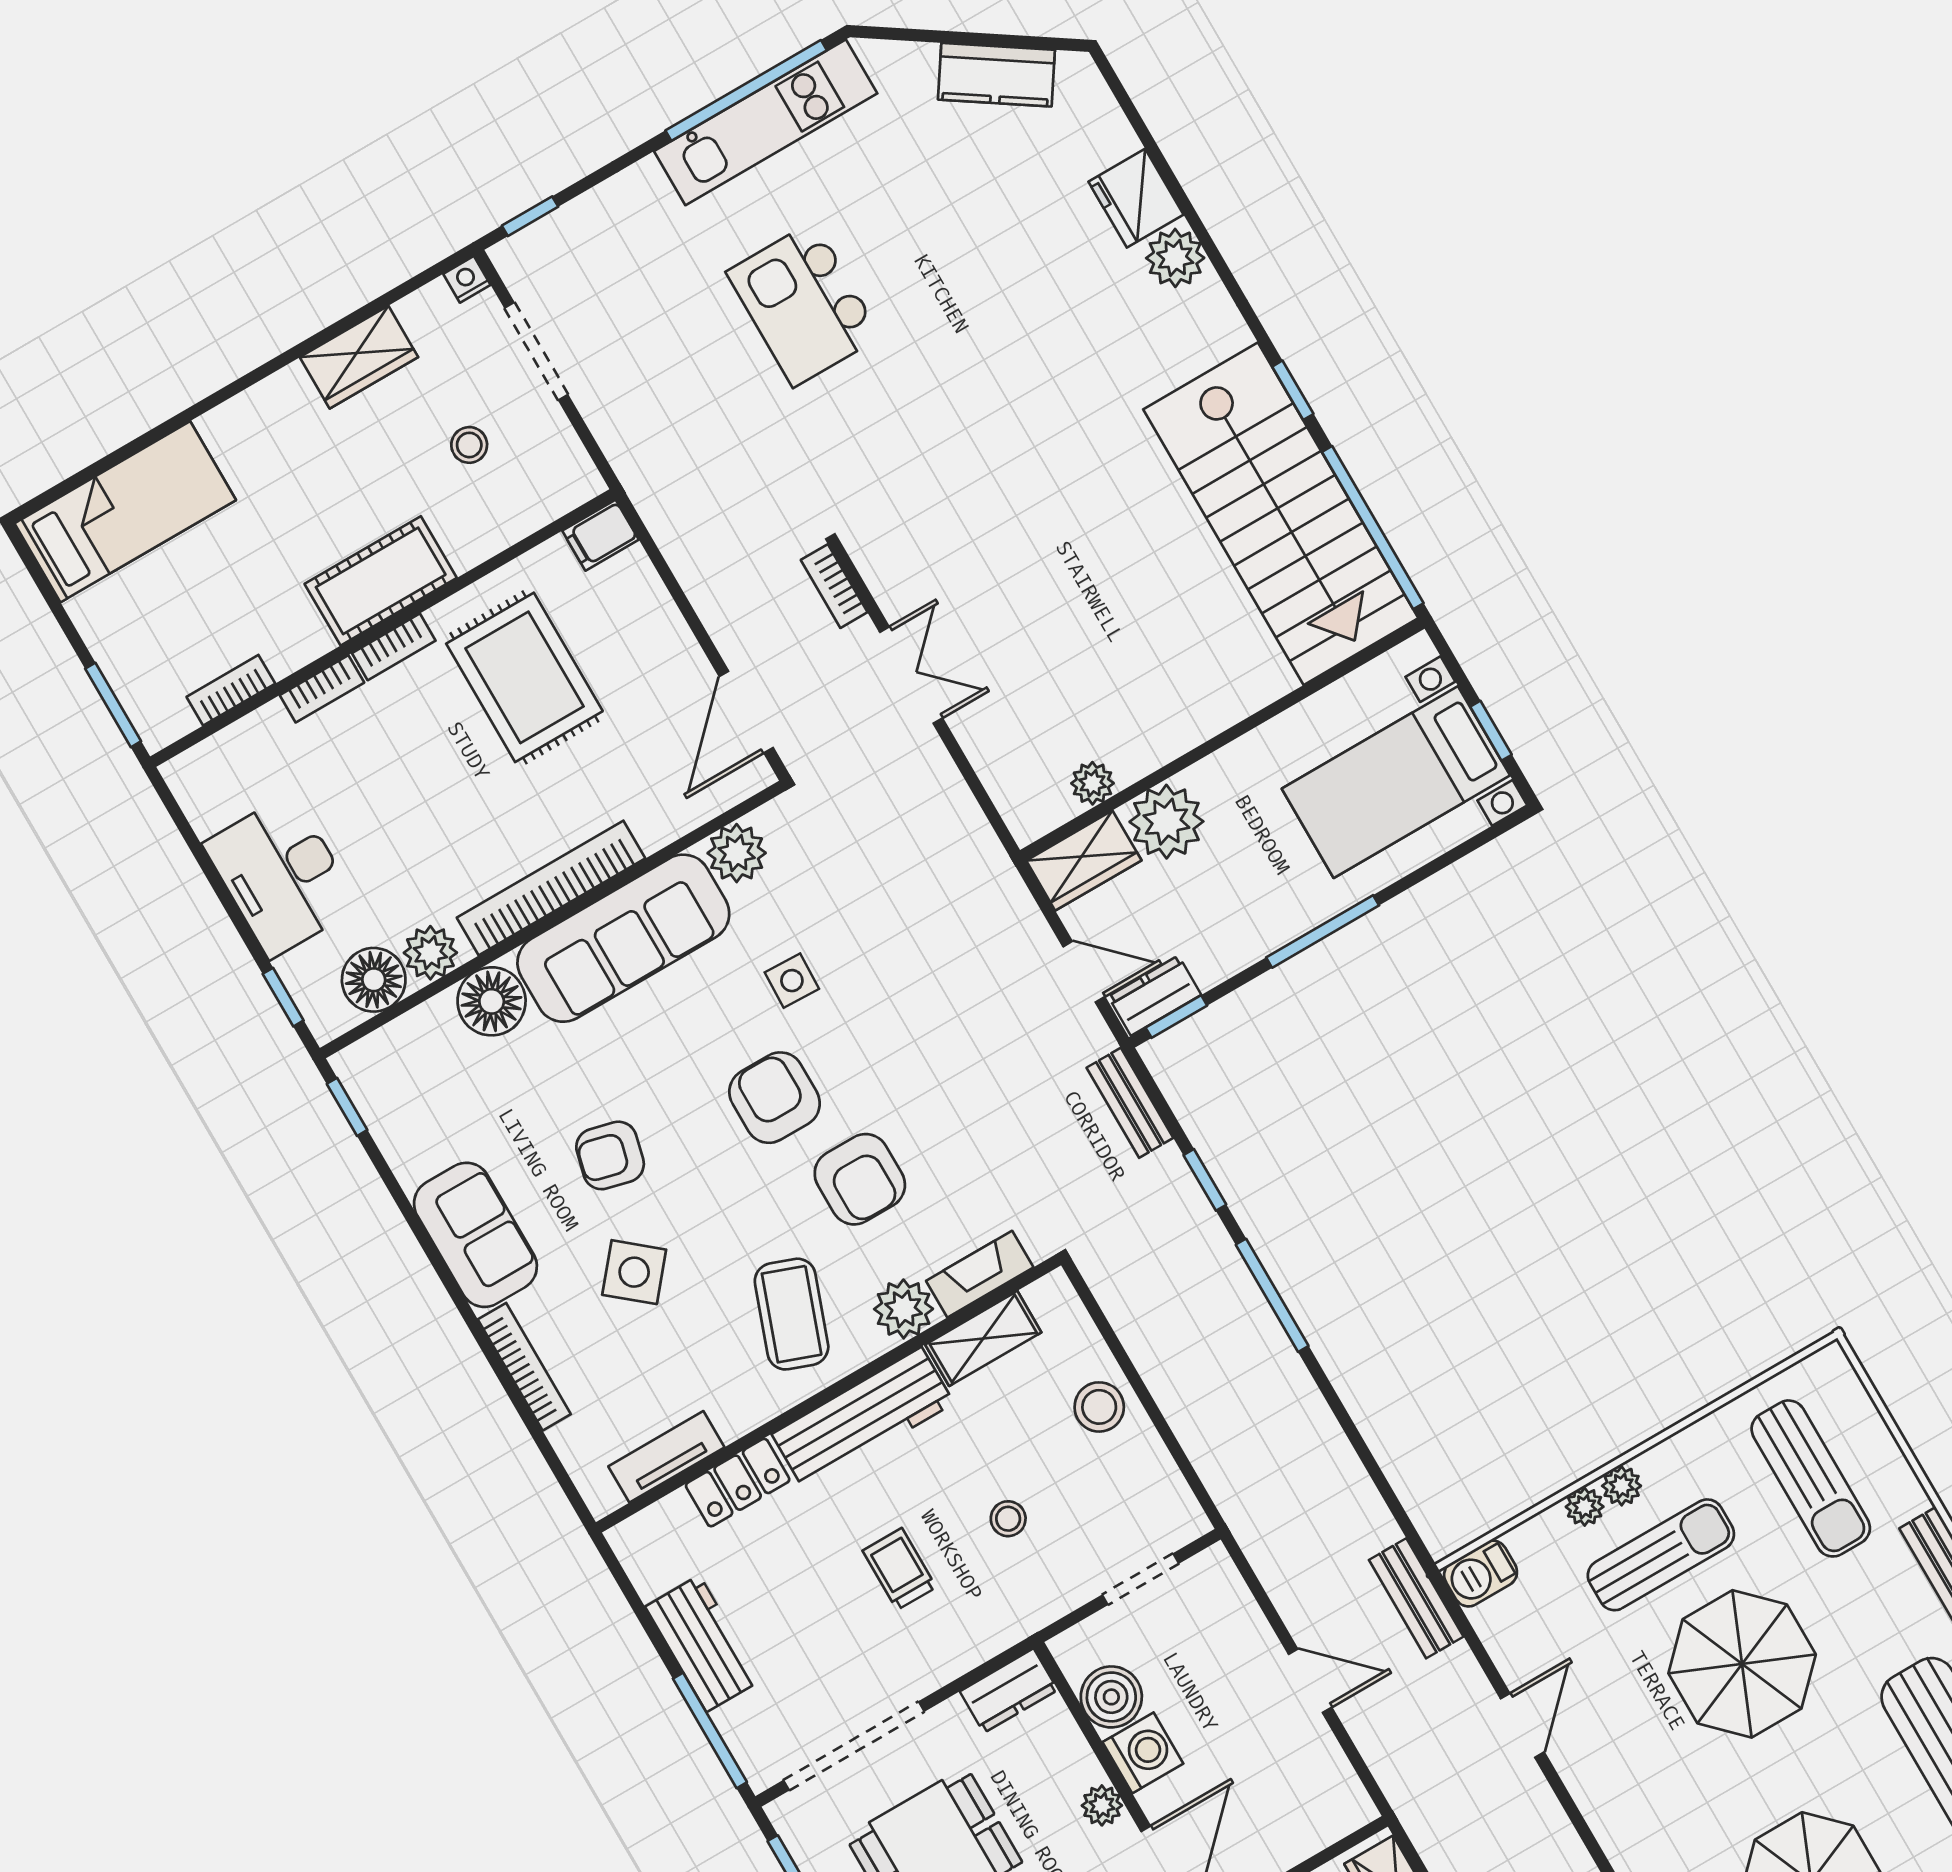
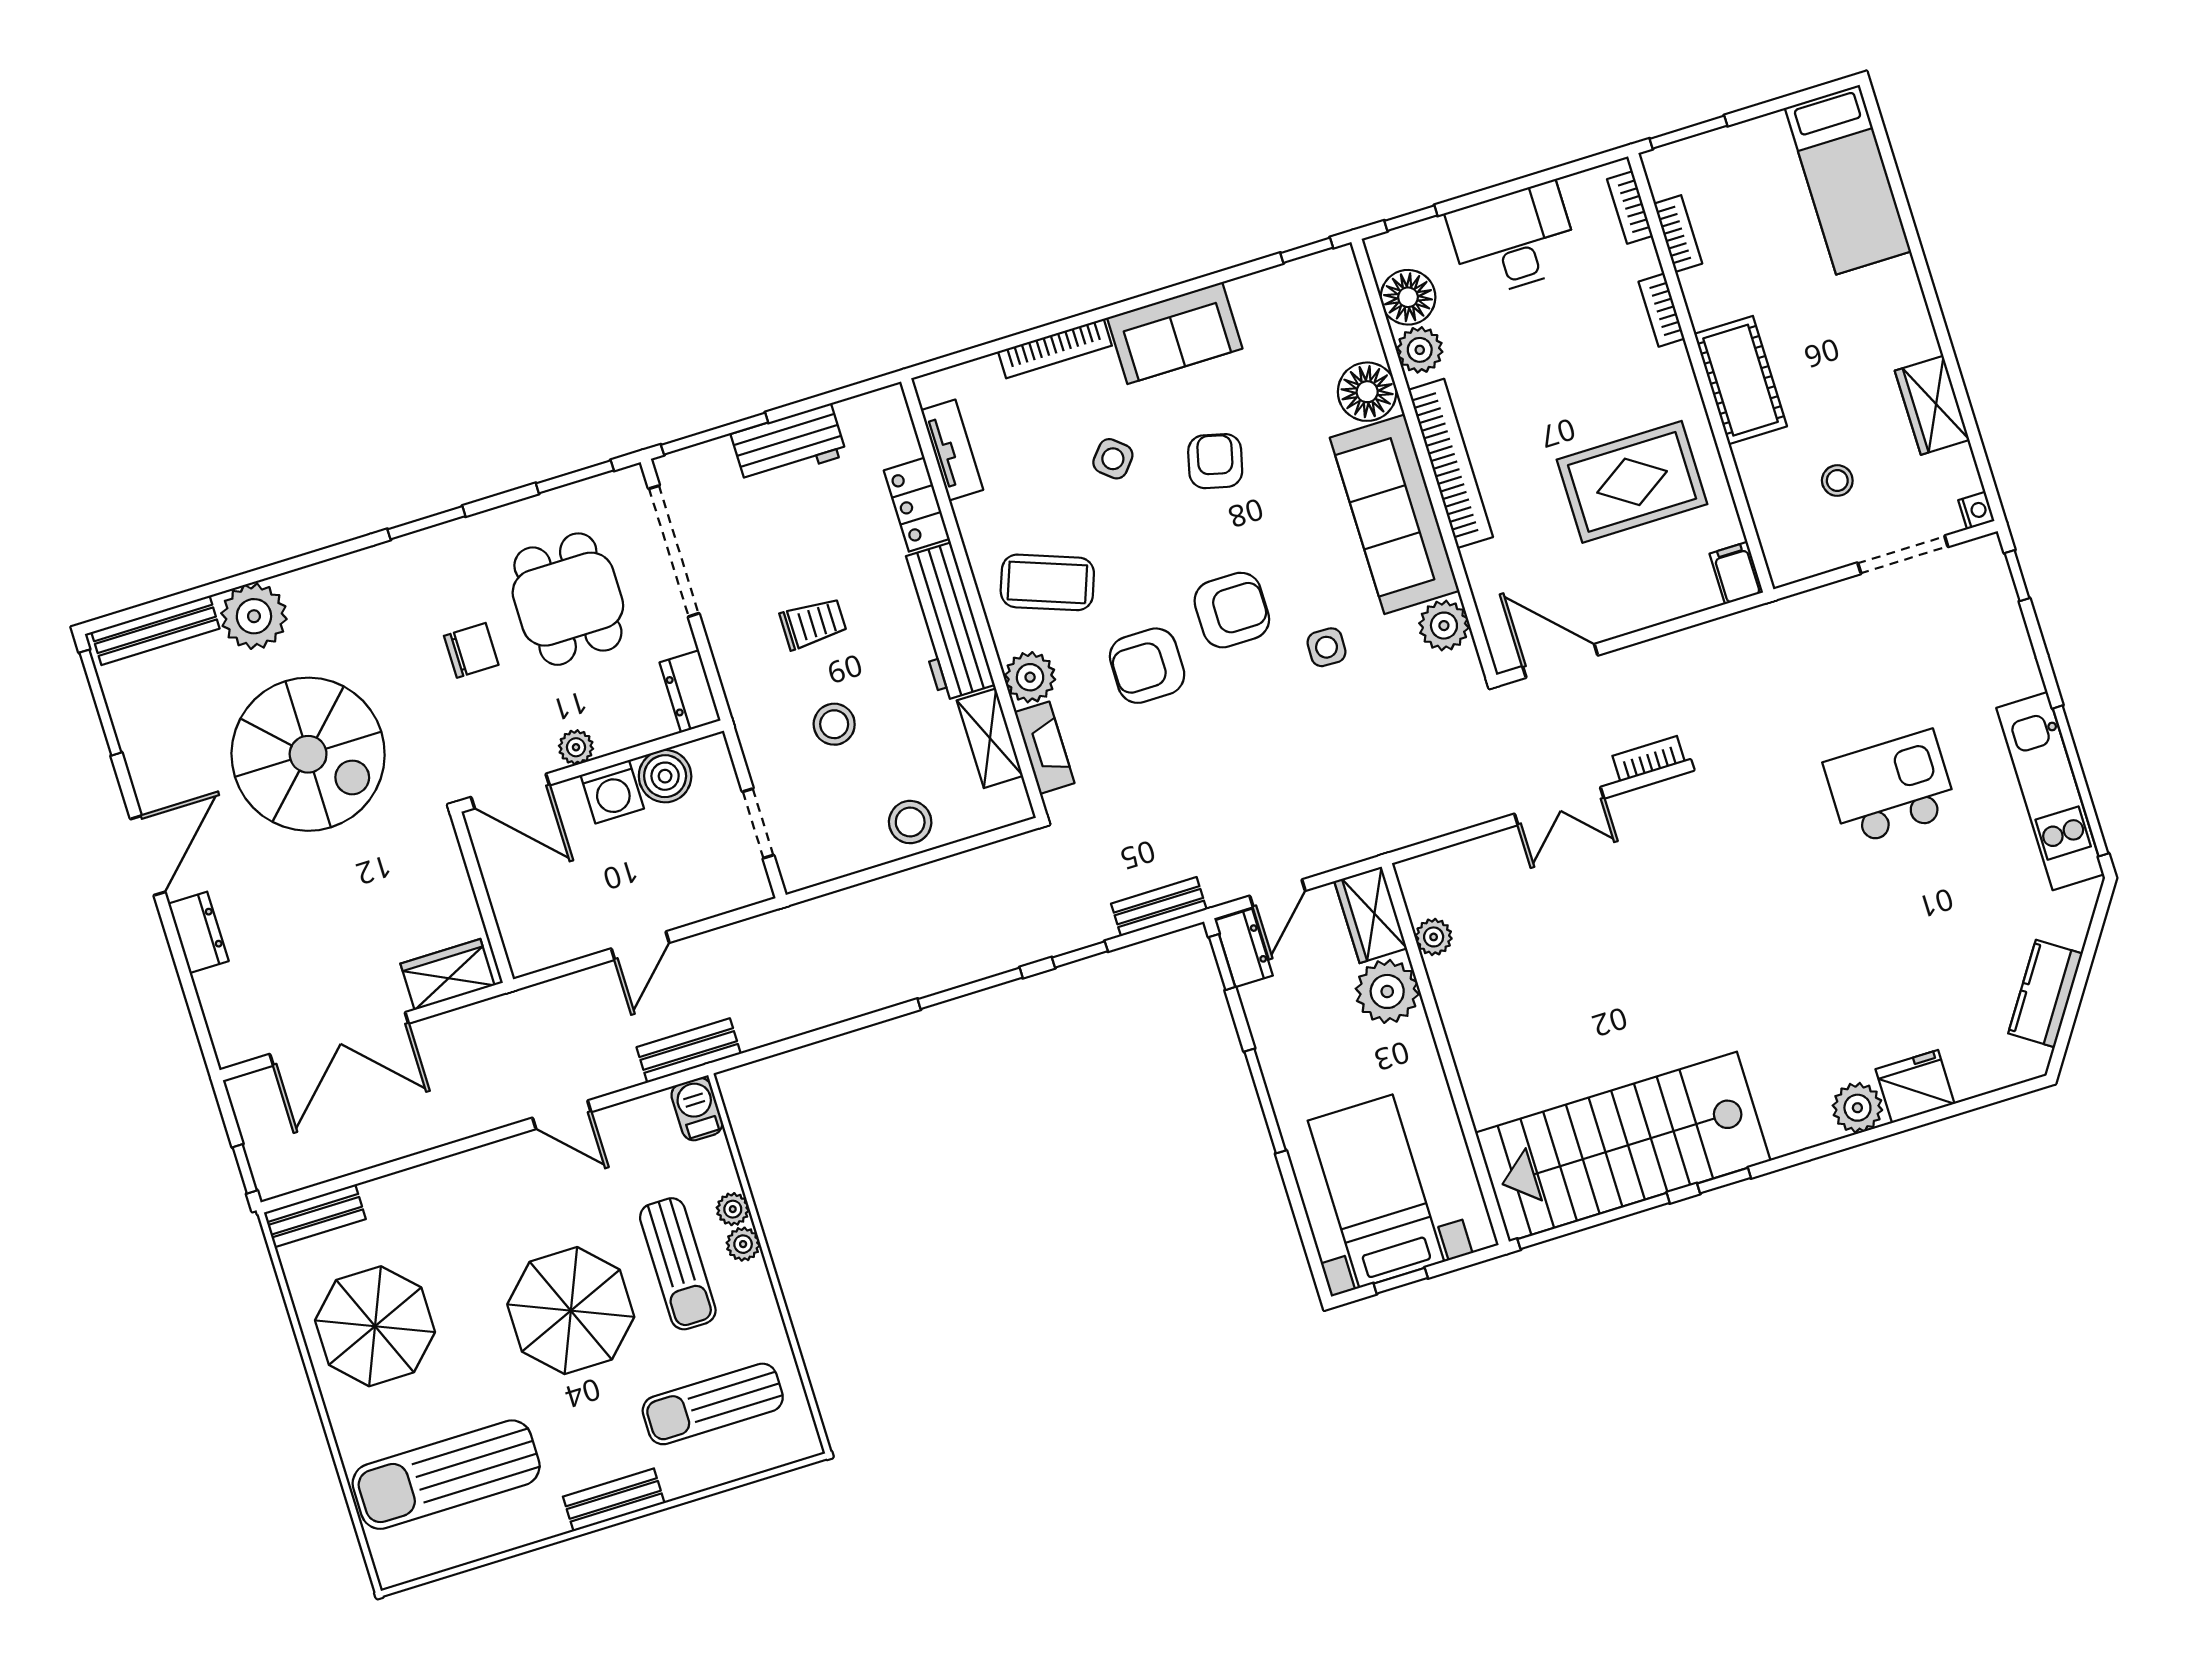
bookcase: (394, 647) -> (1630, 208), moved
side table: (634, 1272) -> (1113, 459), width x0.73, depth x0.73
stool: (1008, 1519) -> (834, 724), width x1.37, depth x1.37

